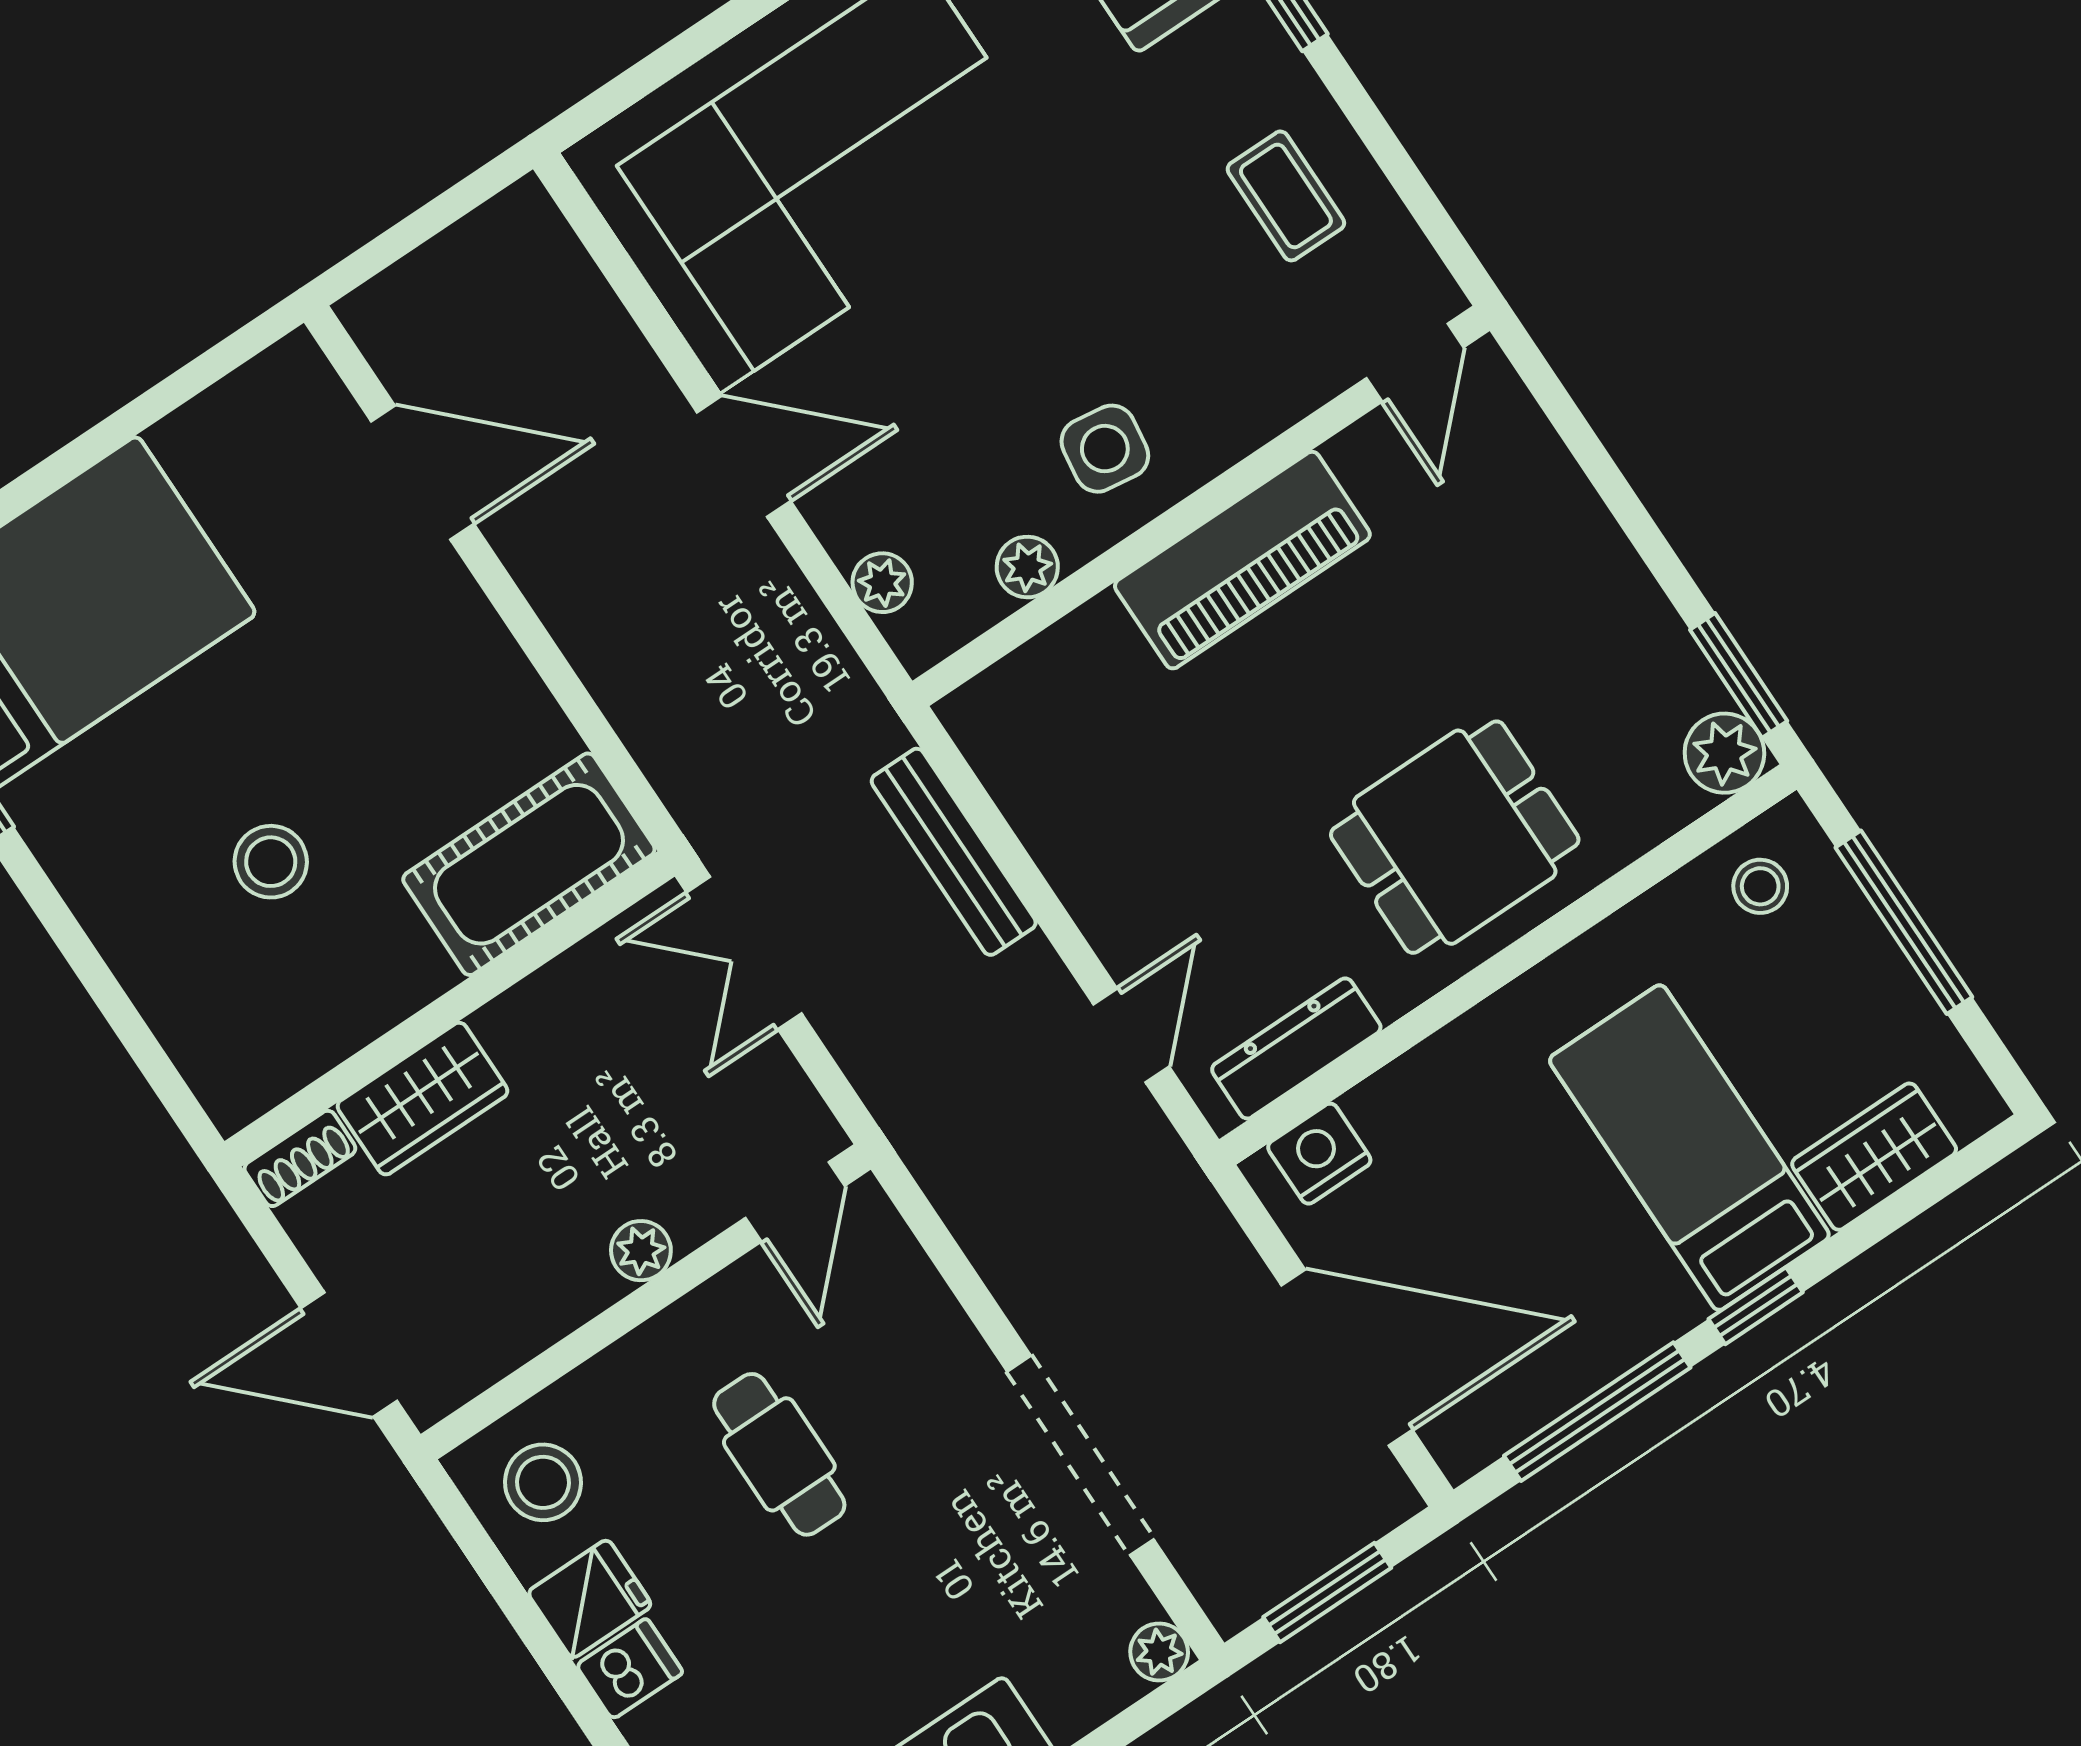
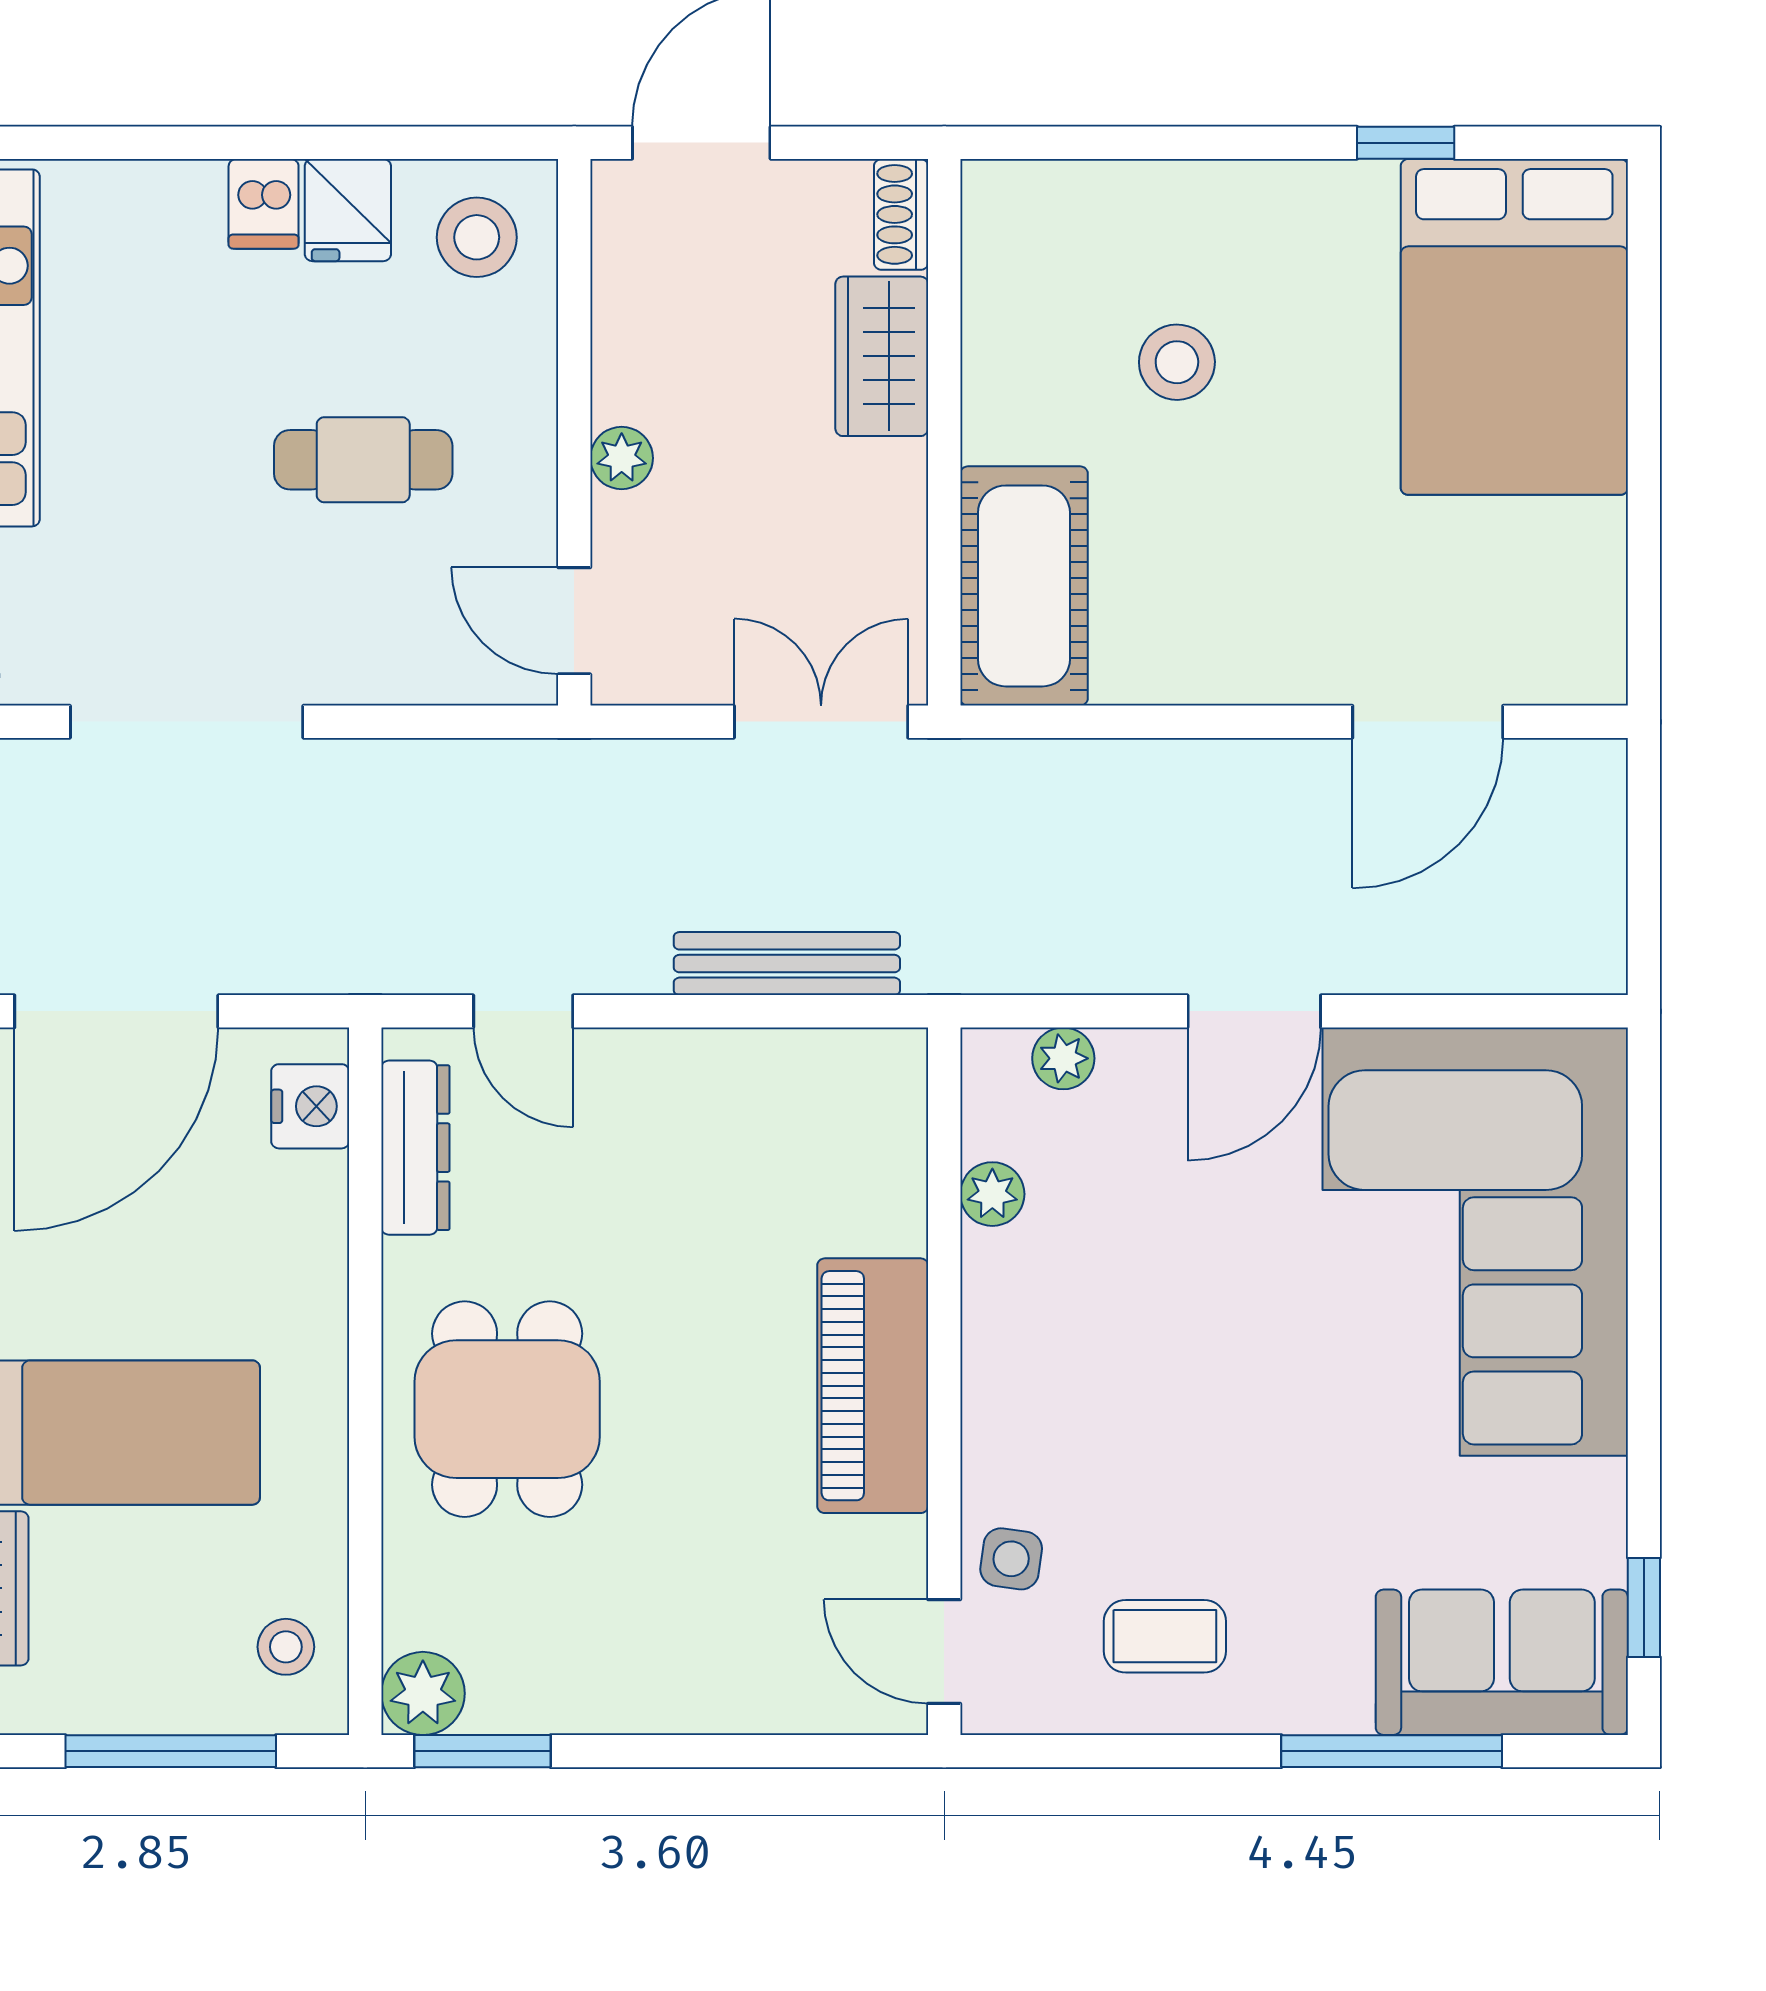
side table: (1105, 449) -> (1011, 1559), moved, width x0.73, depth x0.73

